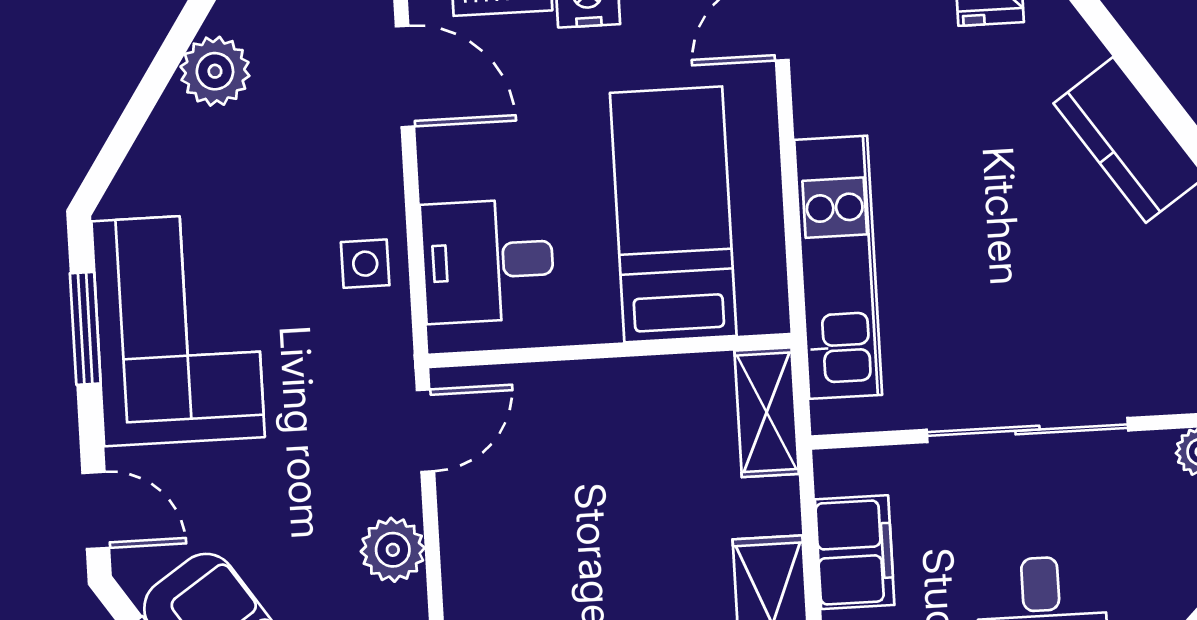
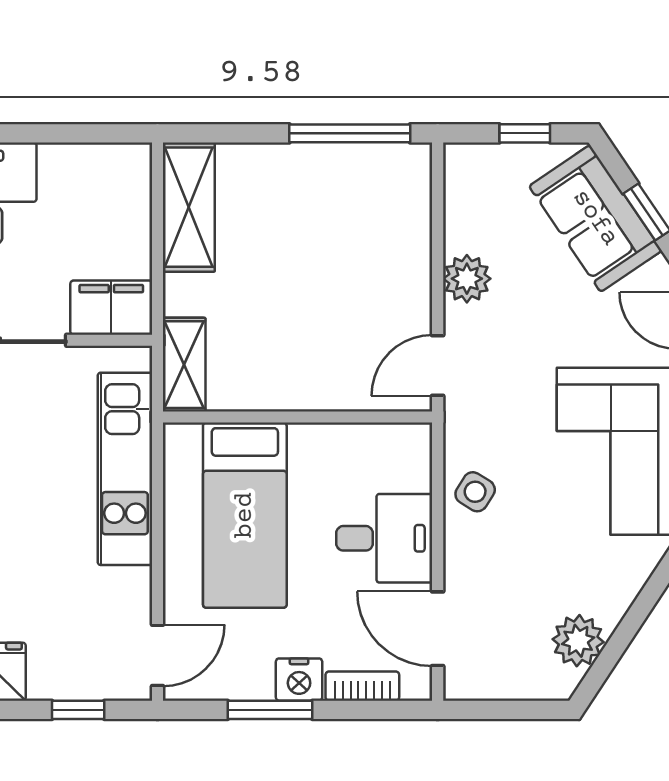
desk: (488, 261) -> (384, 538), moved
side table: (365, 264) -> (475, 492), turned 32
filing cabinet: (855, 552) -> (111, 308), moved, turned 90

